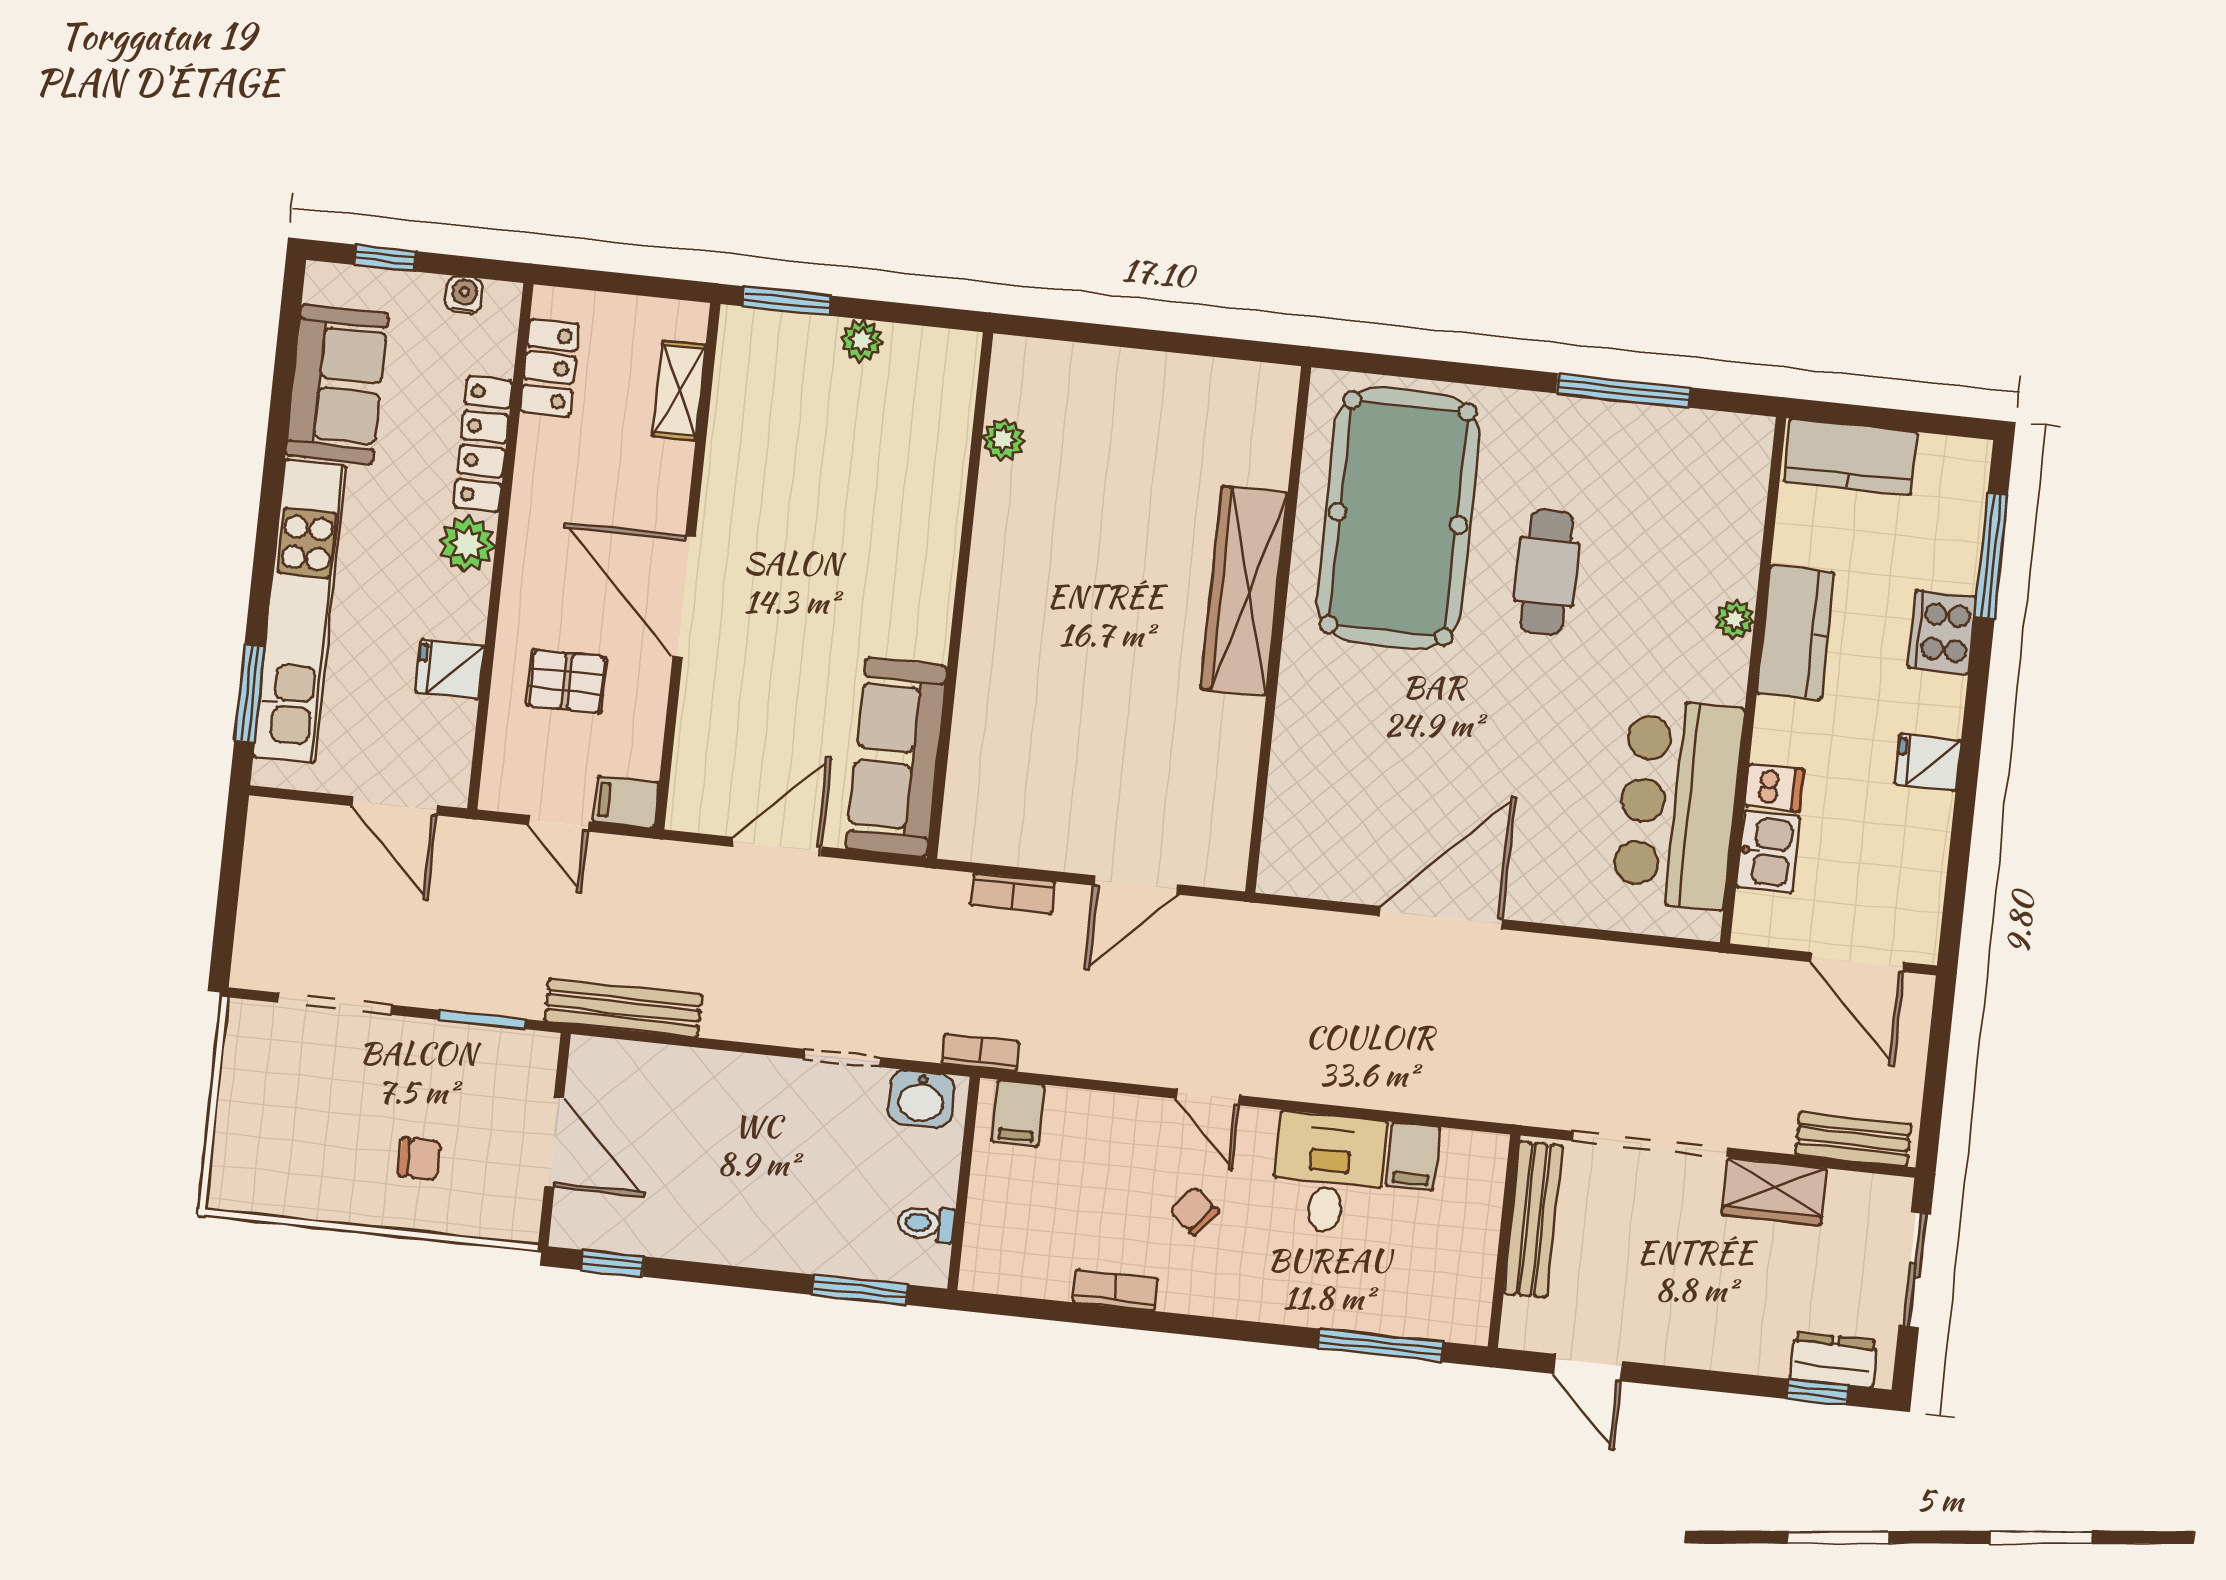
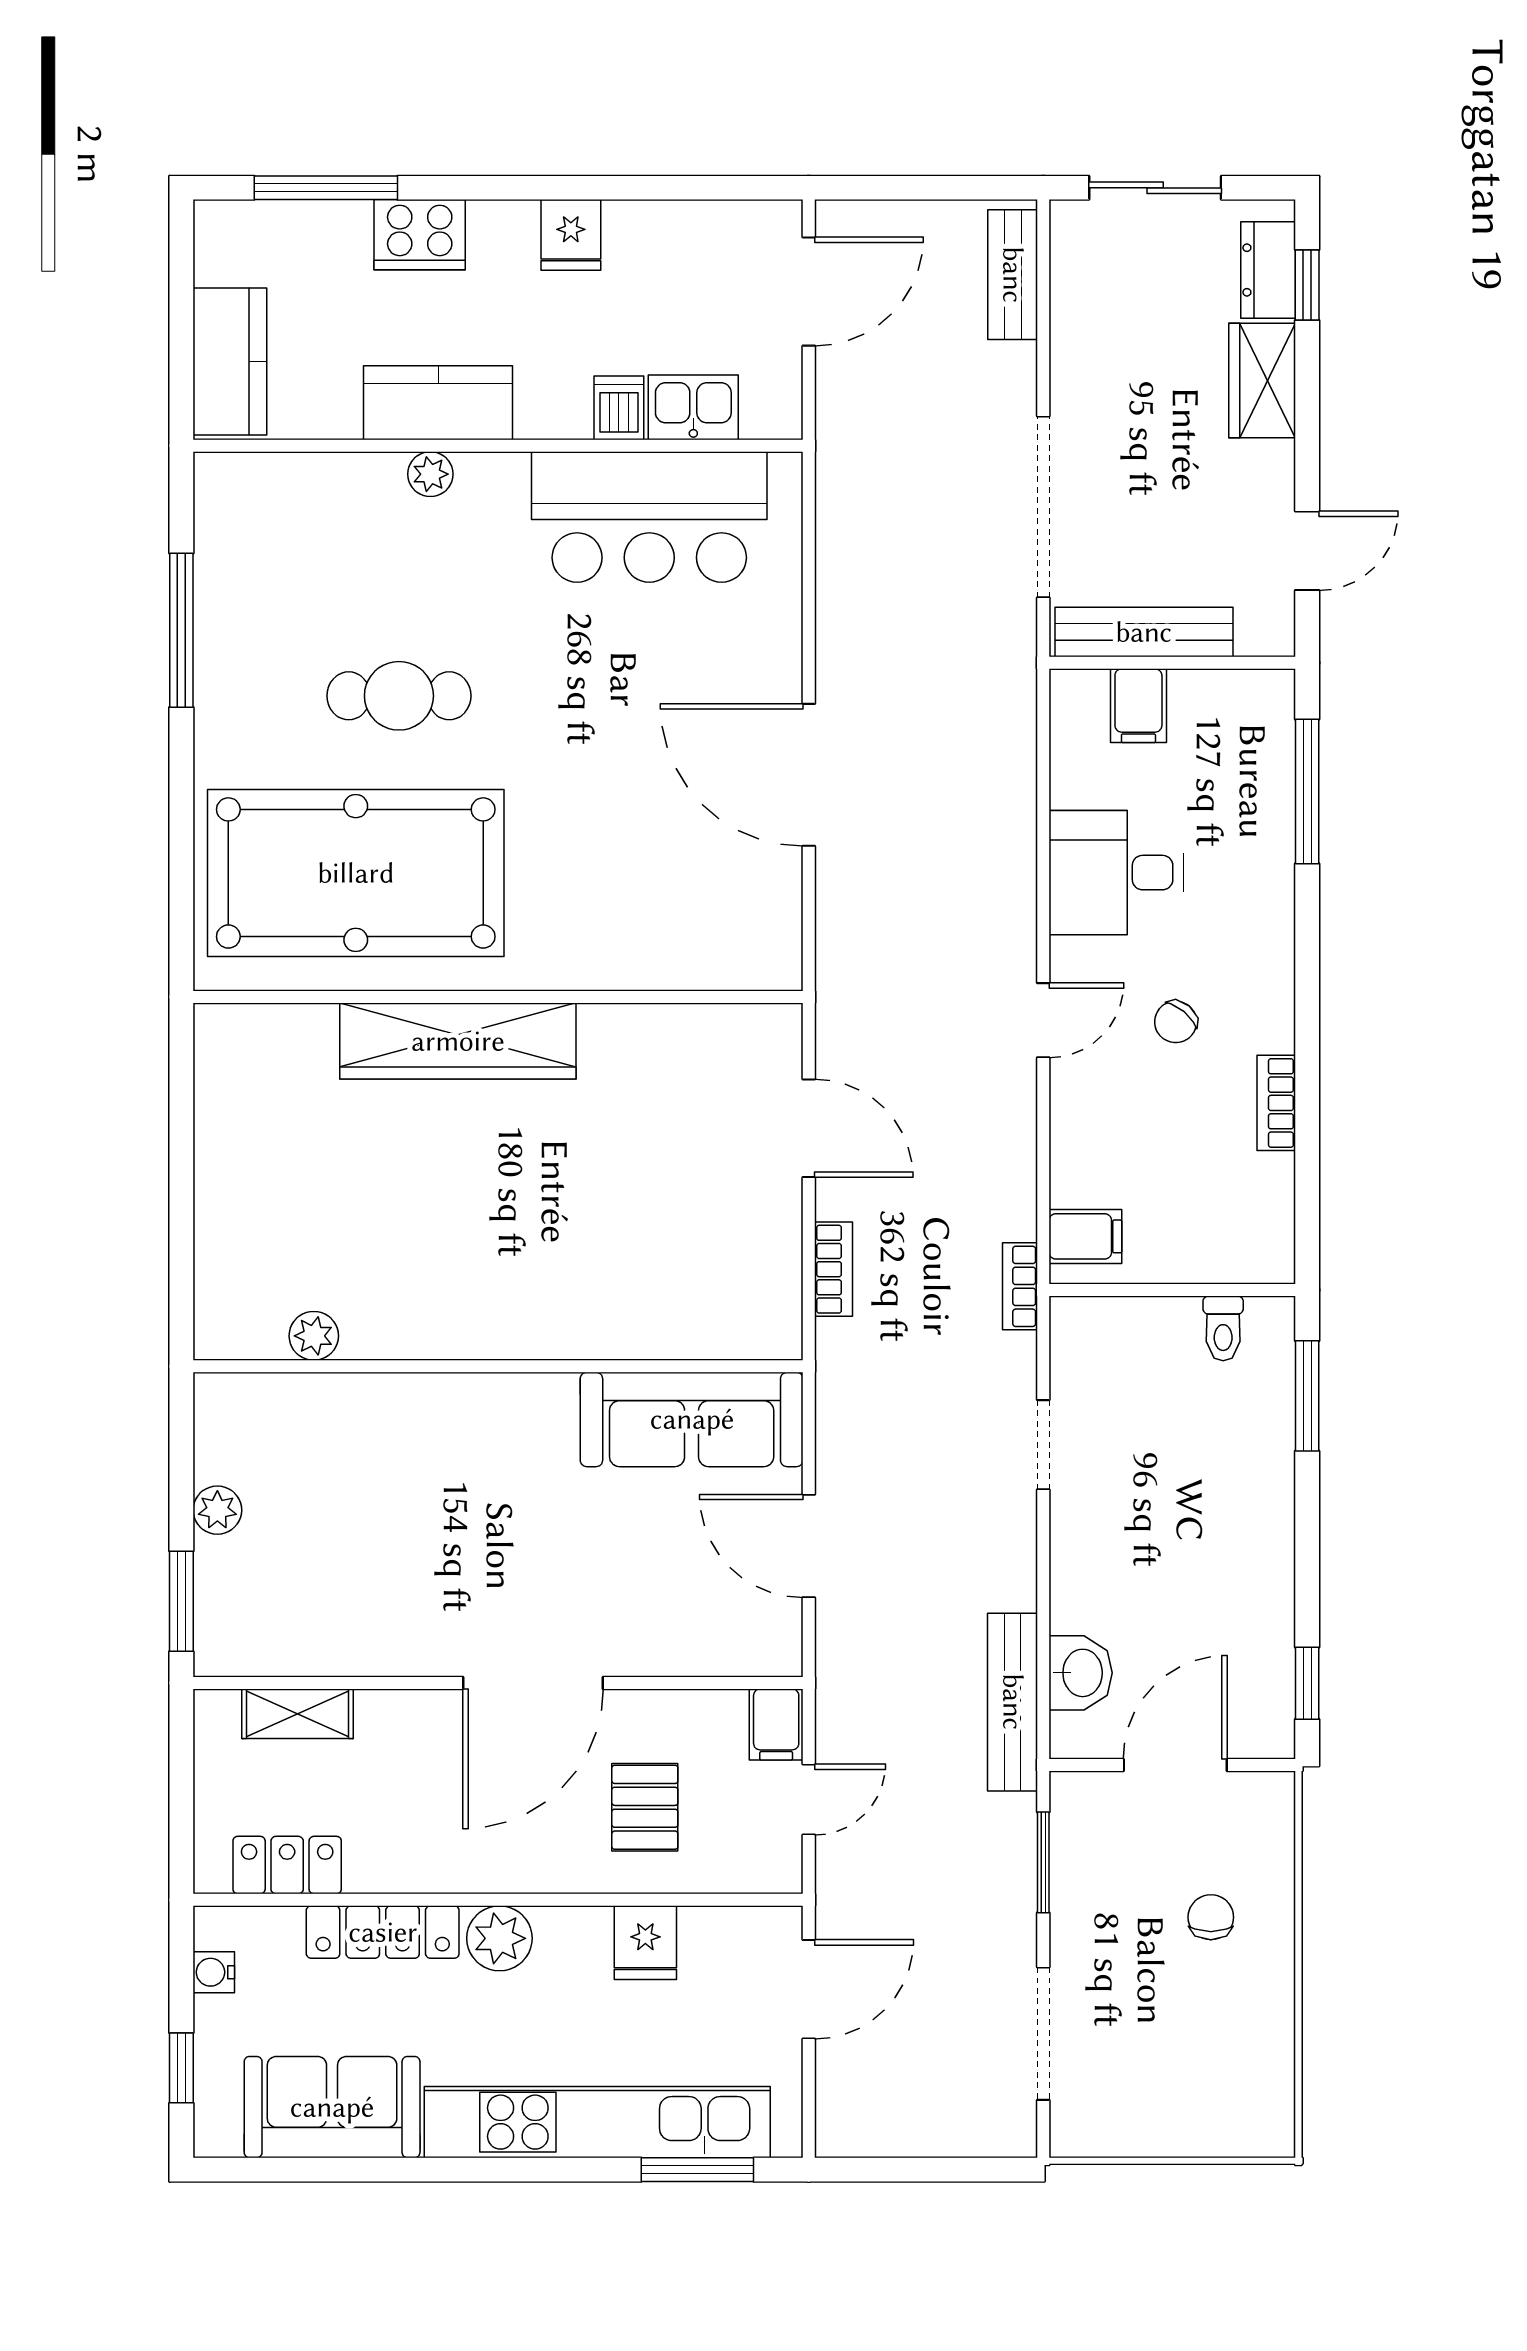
washbasin: (921, 1099) -> (1081, 1673), moved
filing cabinet: (1413, 1156) -> (1138, 706), moved, turned 90
wardrobe: (1774, 1192) -> (1262, 381), moved, turned 180

